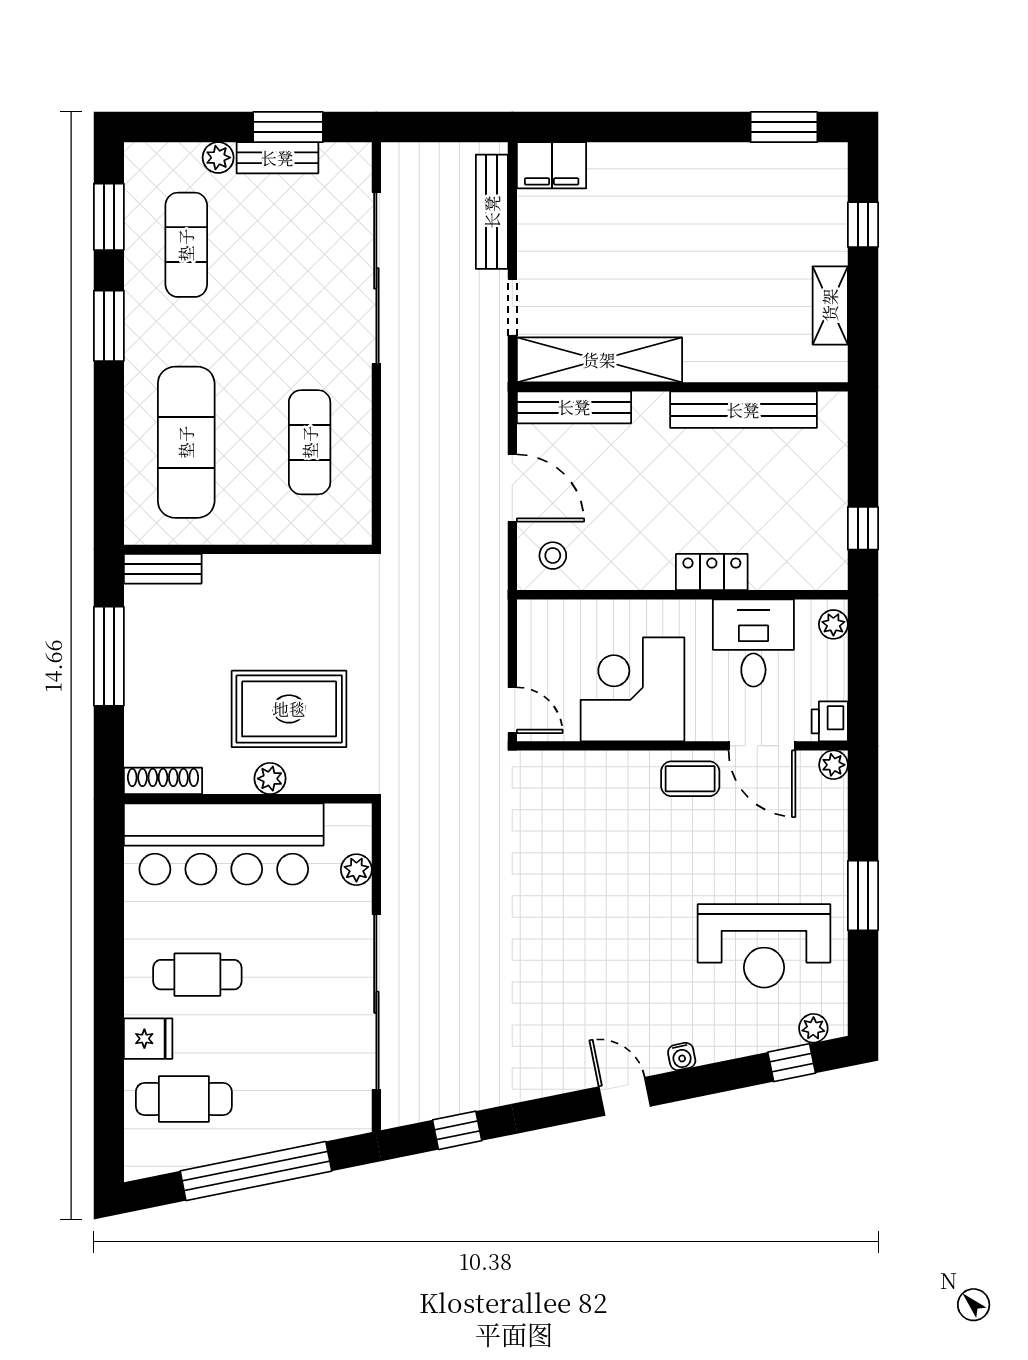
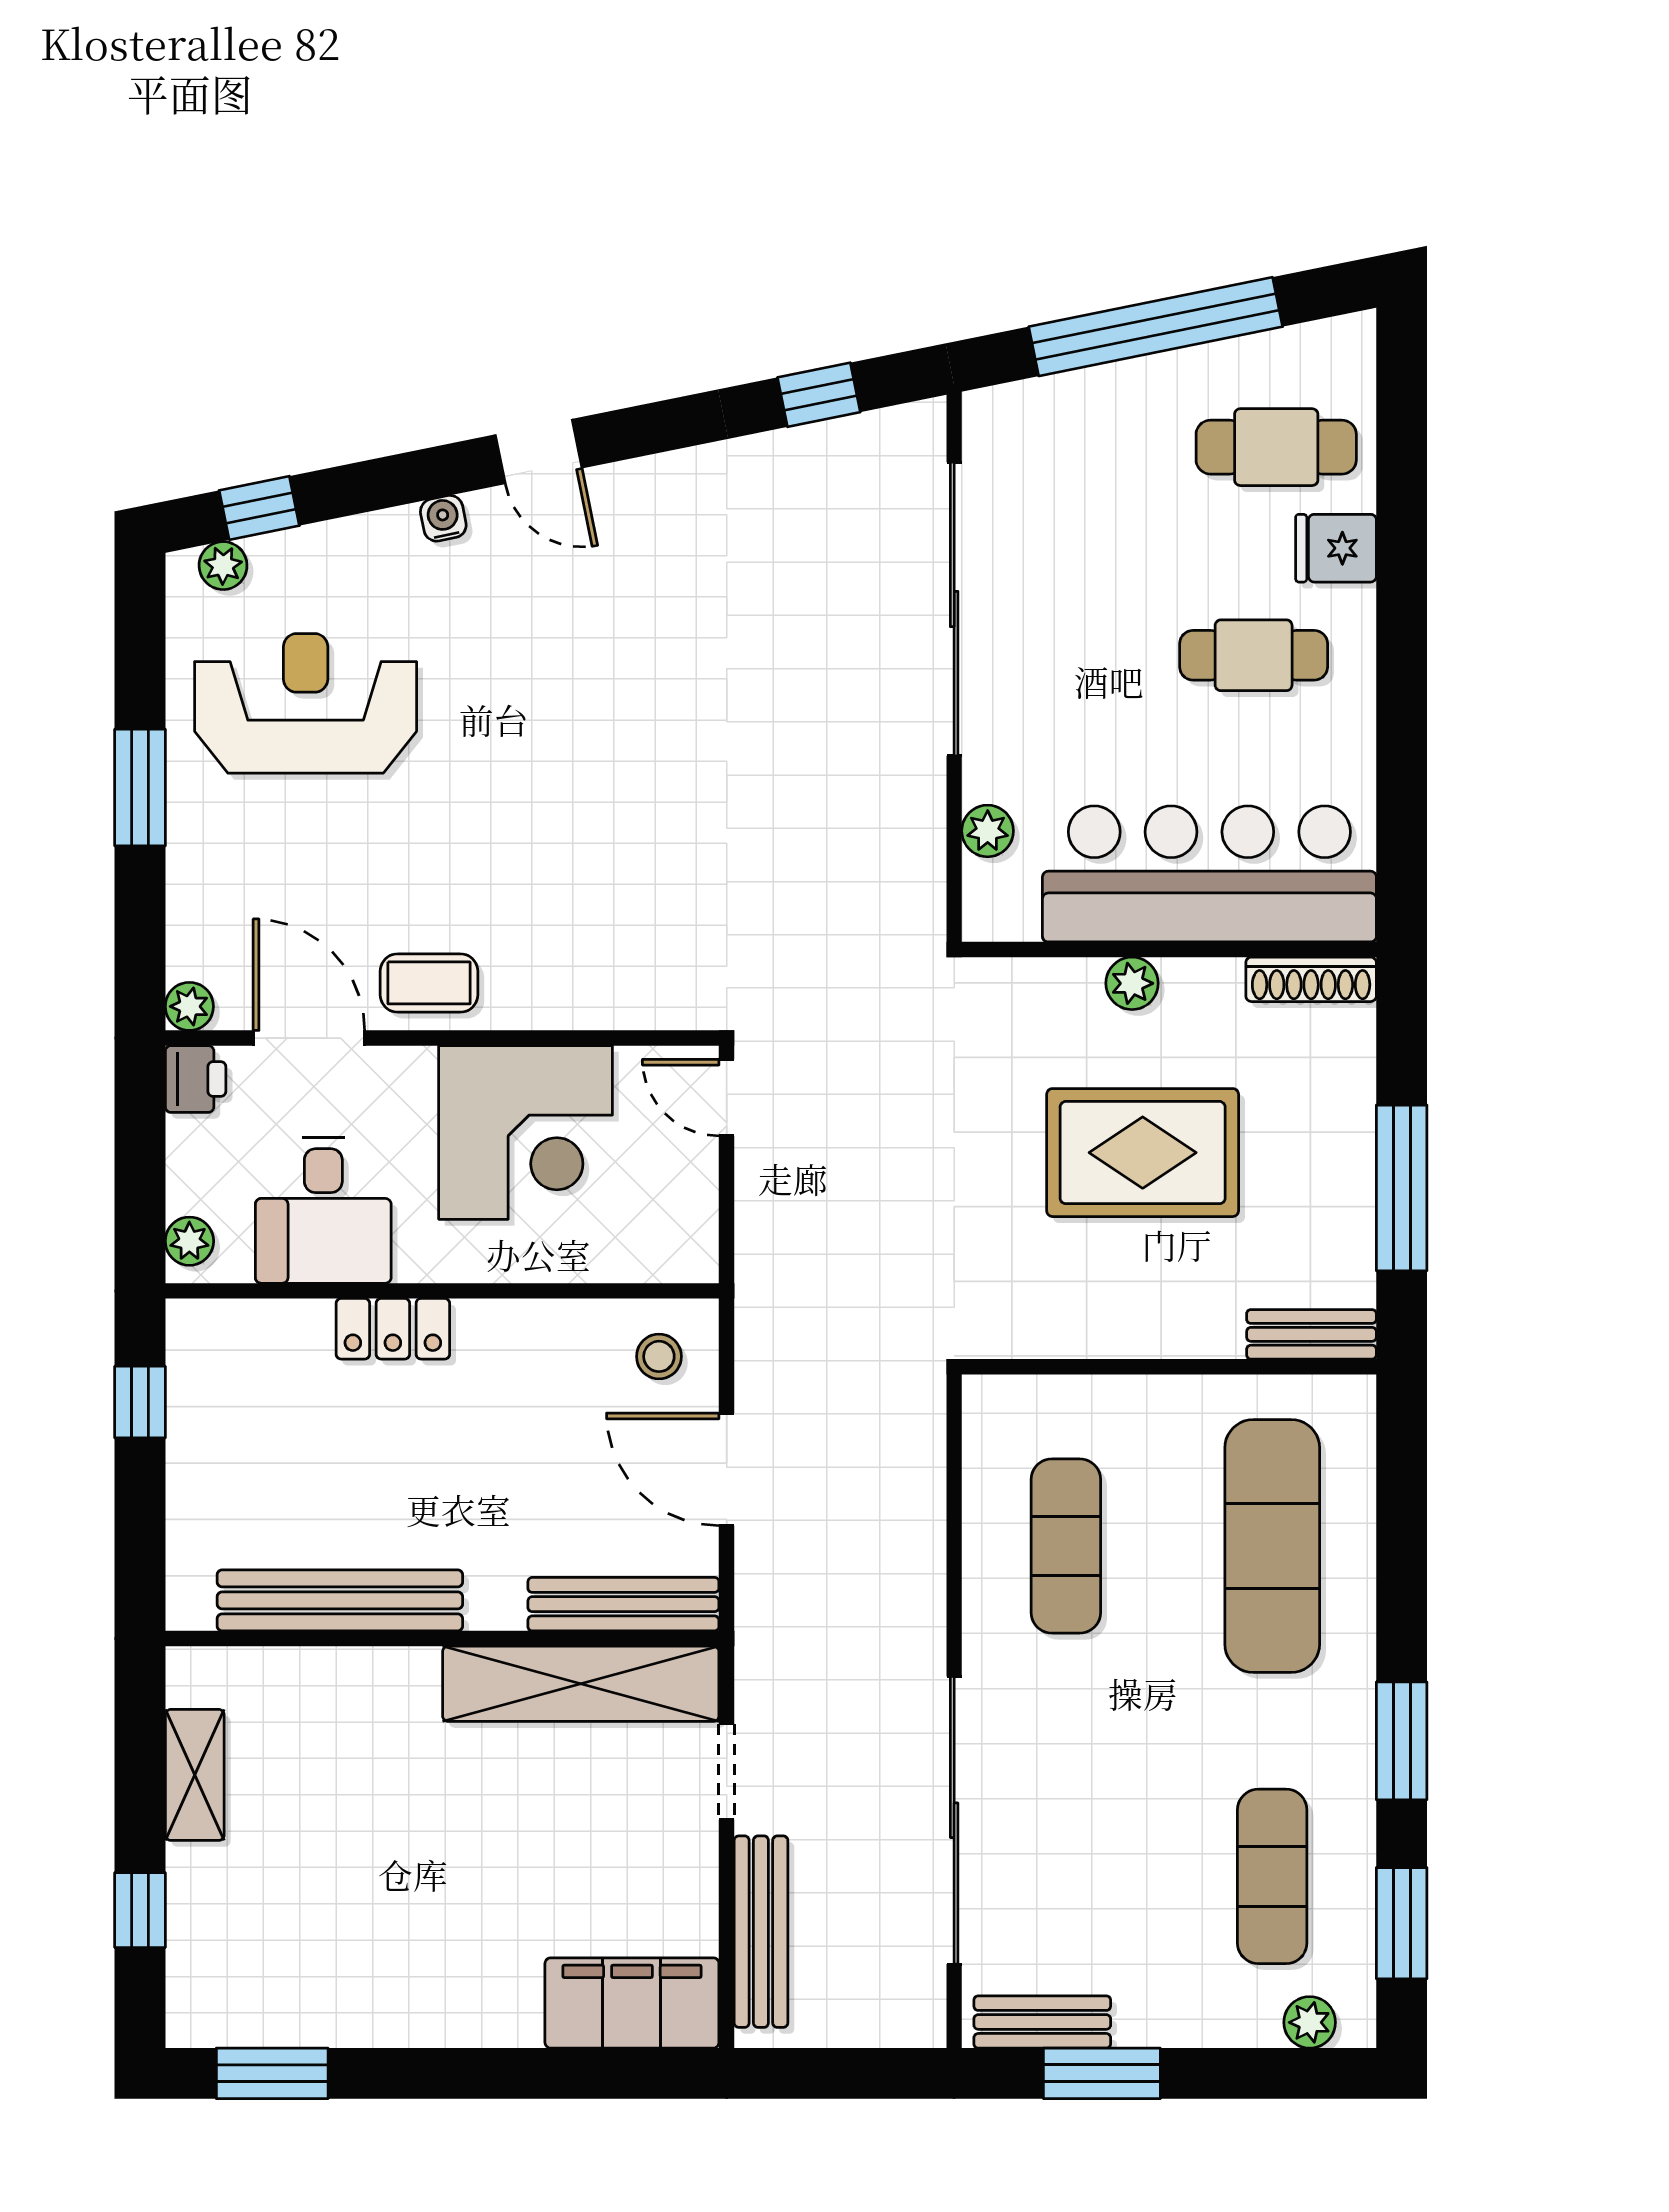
plant: (218, 158) -> (1310, 2022), moved
bench: (277, 158) -> (1042, 2022), moved
filing cabinet: (552, 165) -> (632, 2003), width x1.50, depth x1.17
rug: (289, 709) -> (1143, 1153), moved

